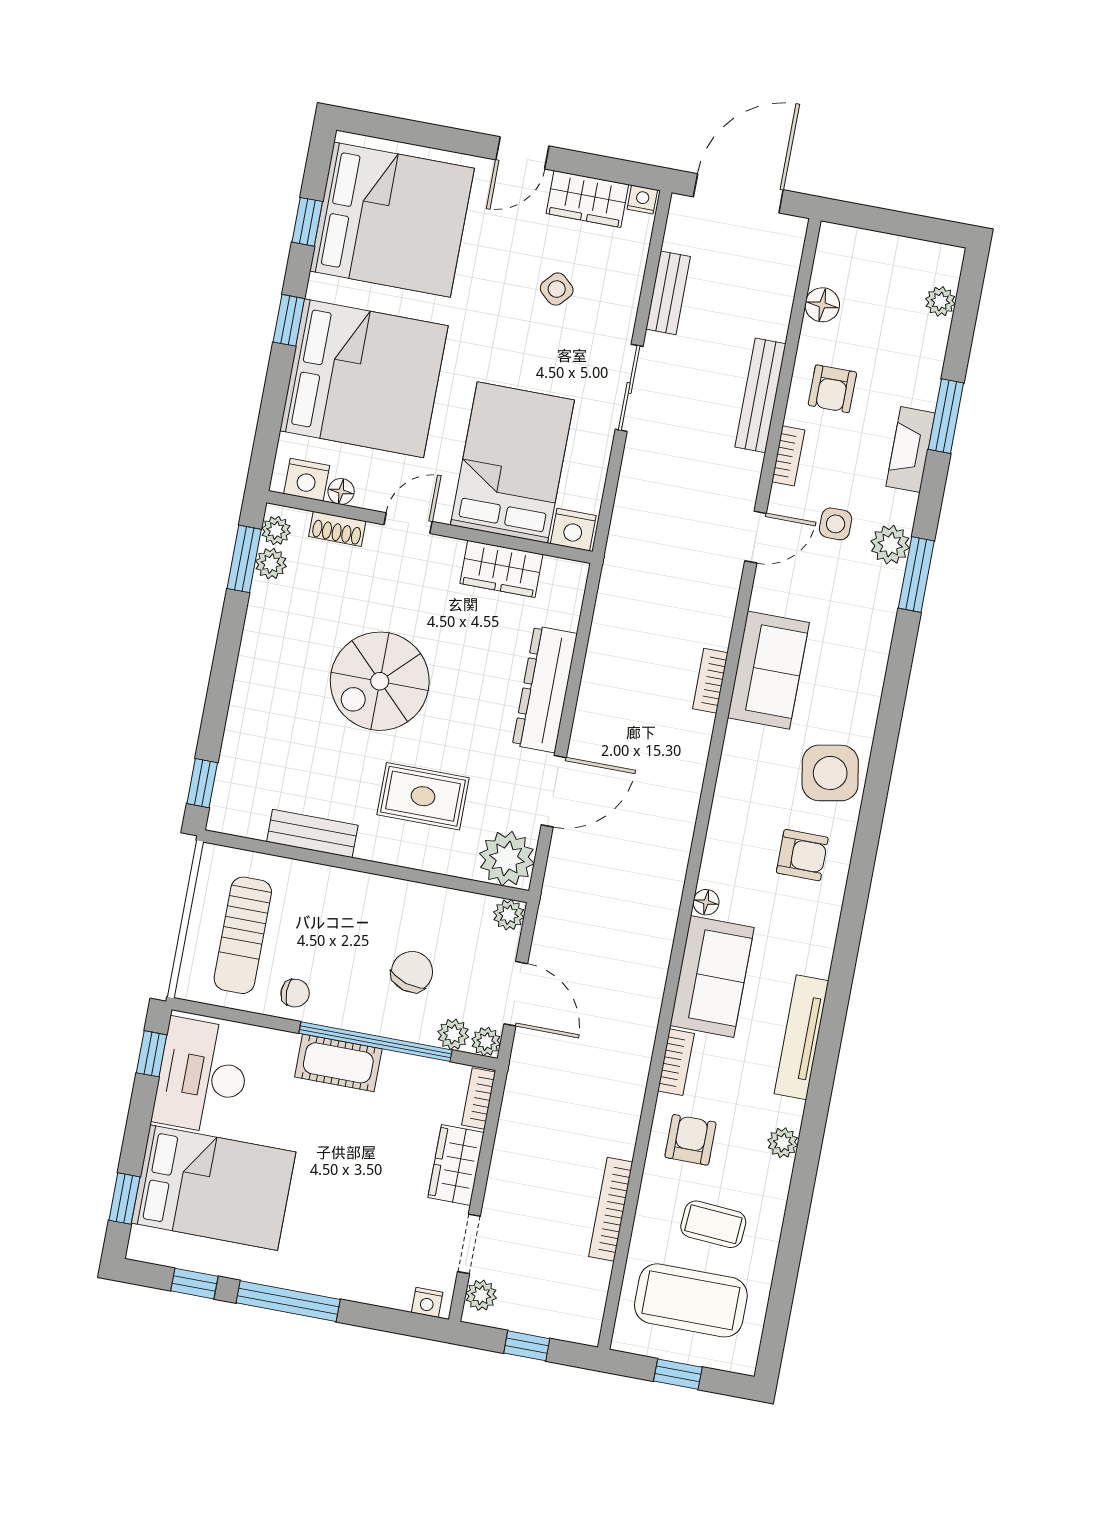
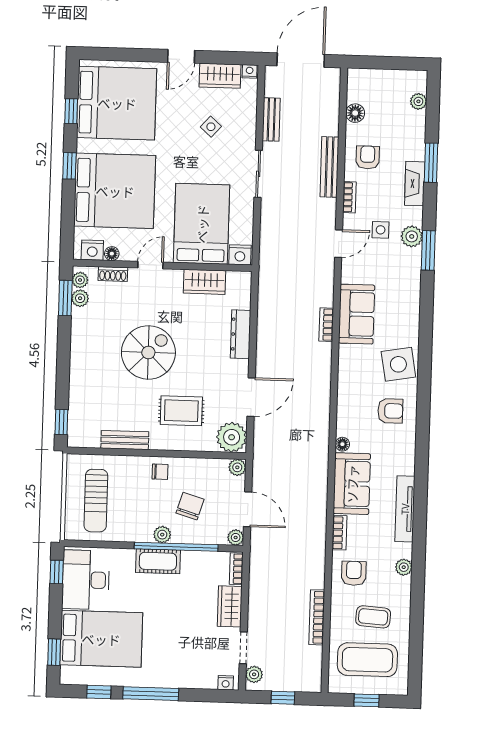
armchair: (832, 389) -> (368, 157), turned 180
spiral stairs: (380, 681) -> (148, 352), turned 180
dresser: (545, 689) -> (241, 334), width x0.73, depth x0.80
chair: (295, 993) -> (160, 472), moved
plant: (453, 1034) -> (162, 535), moved

